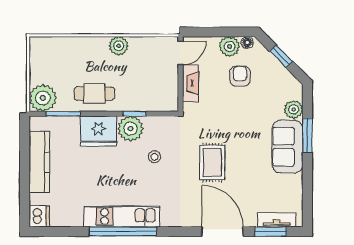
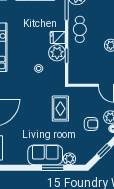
fireplace: (190, 83) -> (86, 92), removed
fridge: (98, 131) -> (58, 37), width x0.53, depth x0.75
rug: (212, 163) -> (60, 109), moved, turned 90

